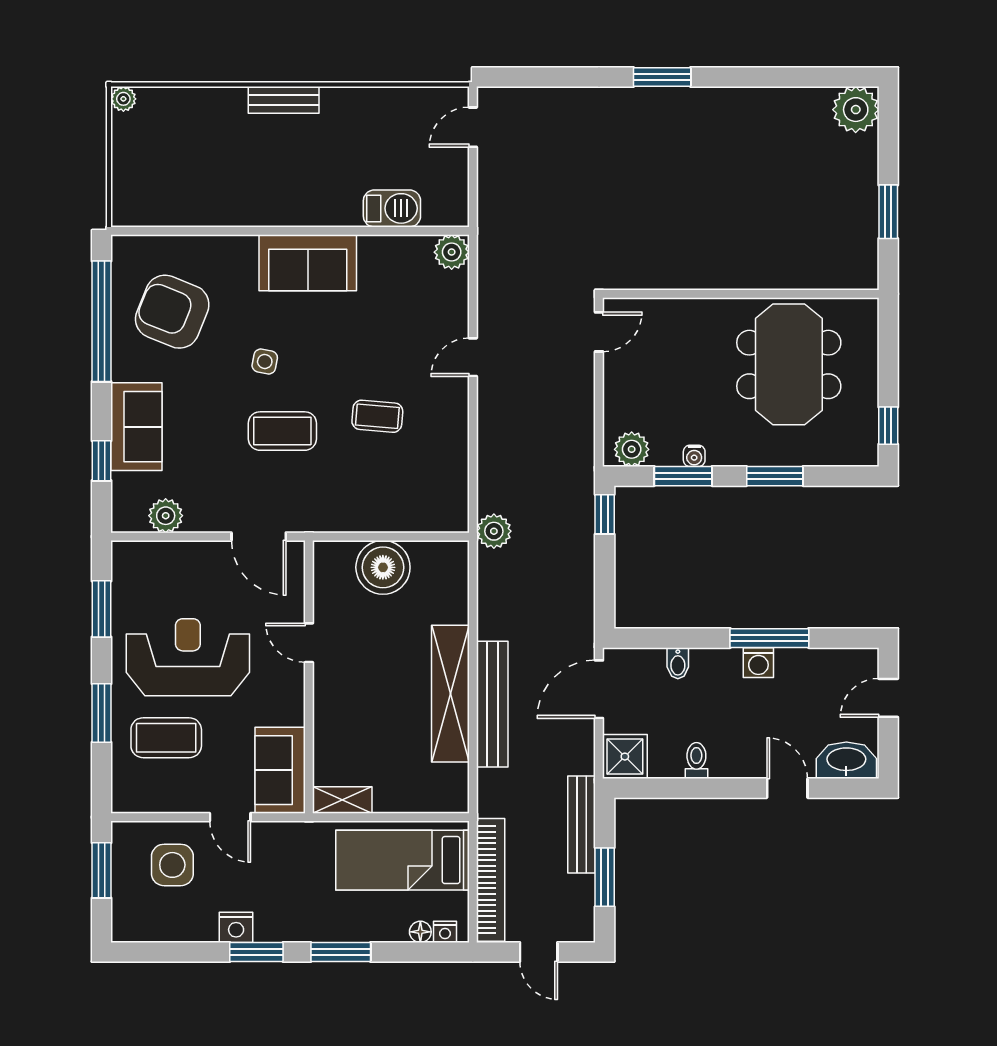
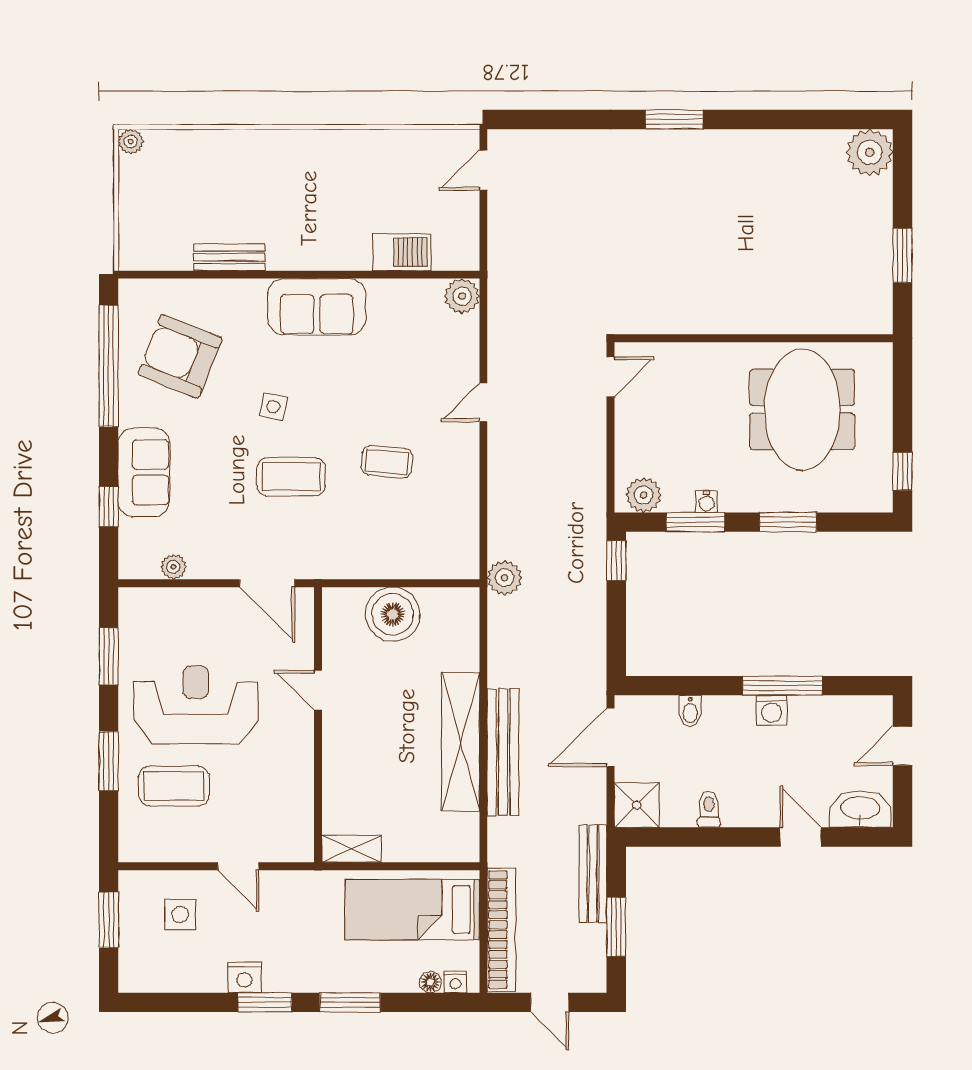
bench: (284, 100) -> (229, 257), moved
plant: (166, 516) -> (173, 567), width x0.73, depth x0.73
sofa: (280, 770) -> (289, 819), removed
side table: (172, 865) -> (180, 915), width x0.73, depth x0.73

